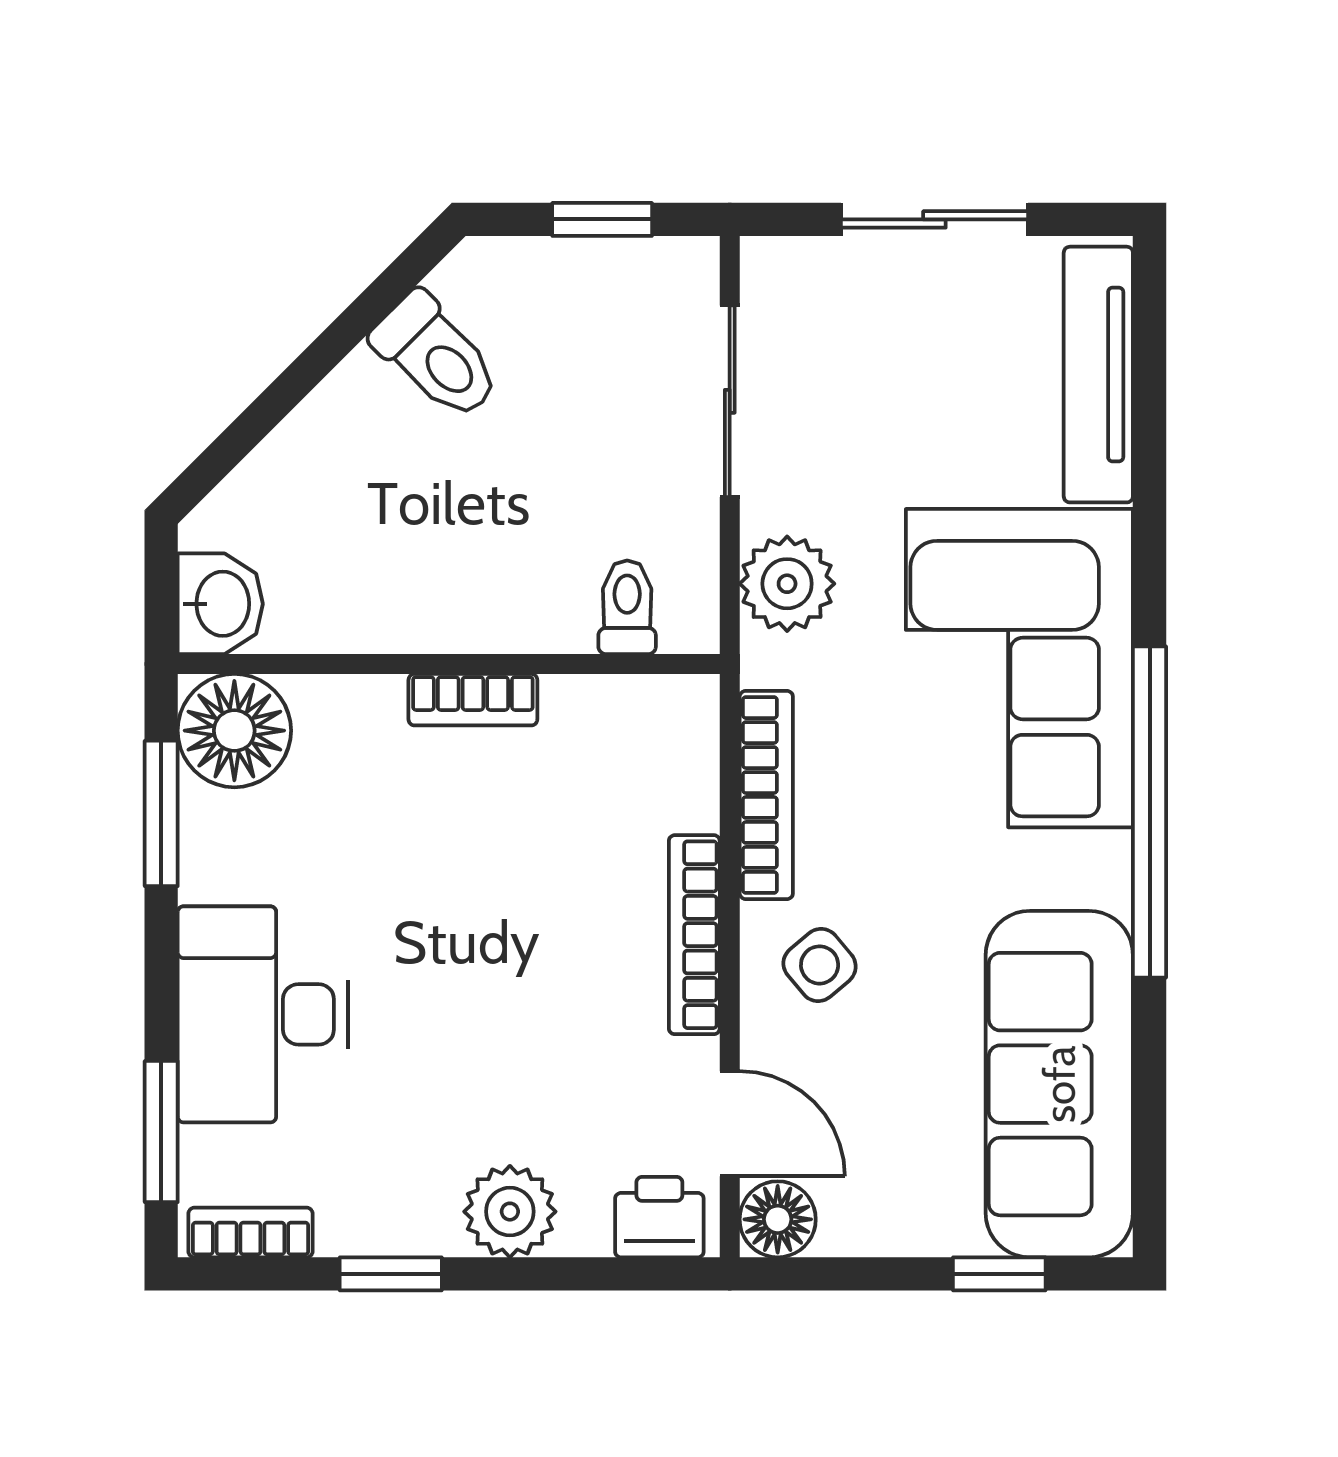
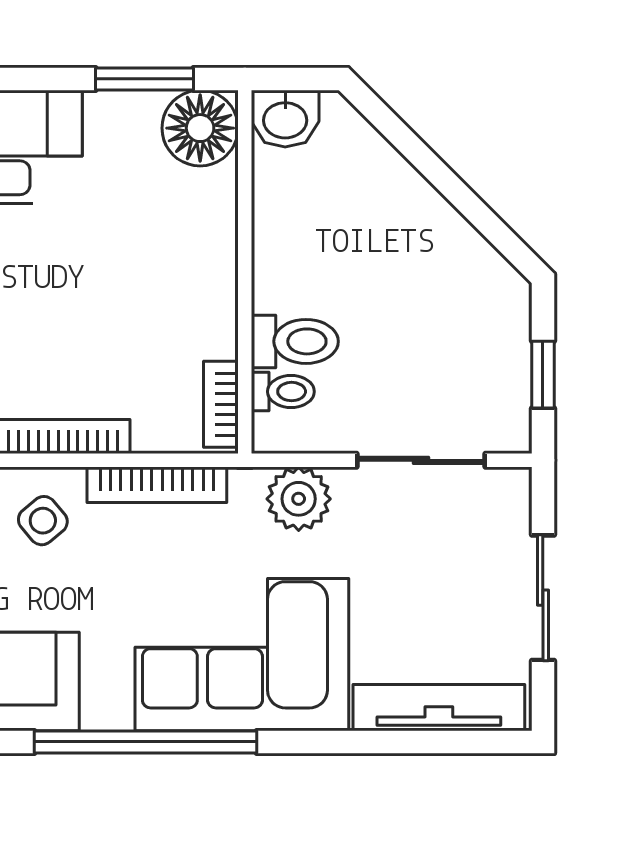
toilet: (437, 356) -> (295, 341), moved, turned -135
bookcase: (473, 700) -> (221, 404), moved

